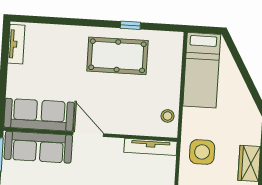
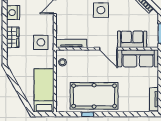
pool table: (117, 56) -> (94, 96), width x1.36, depth x1.32
sofa: (38, 147) -> (132, 39), width x0.73

